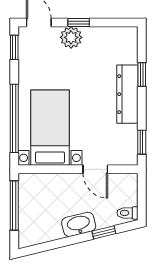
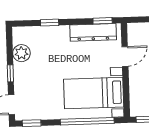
plant: (71, 37) -> (21, 53), moved
dresser: (127, 94) -> (93, 32), moved

